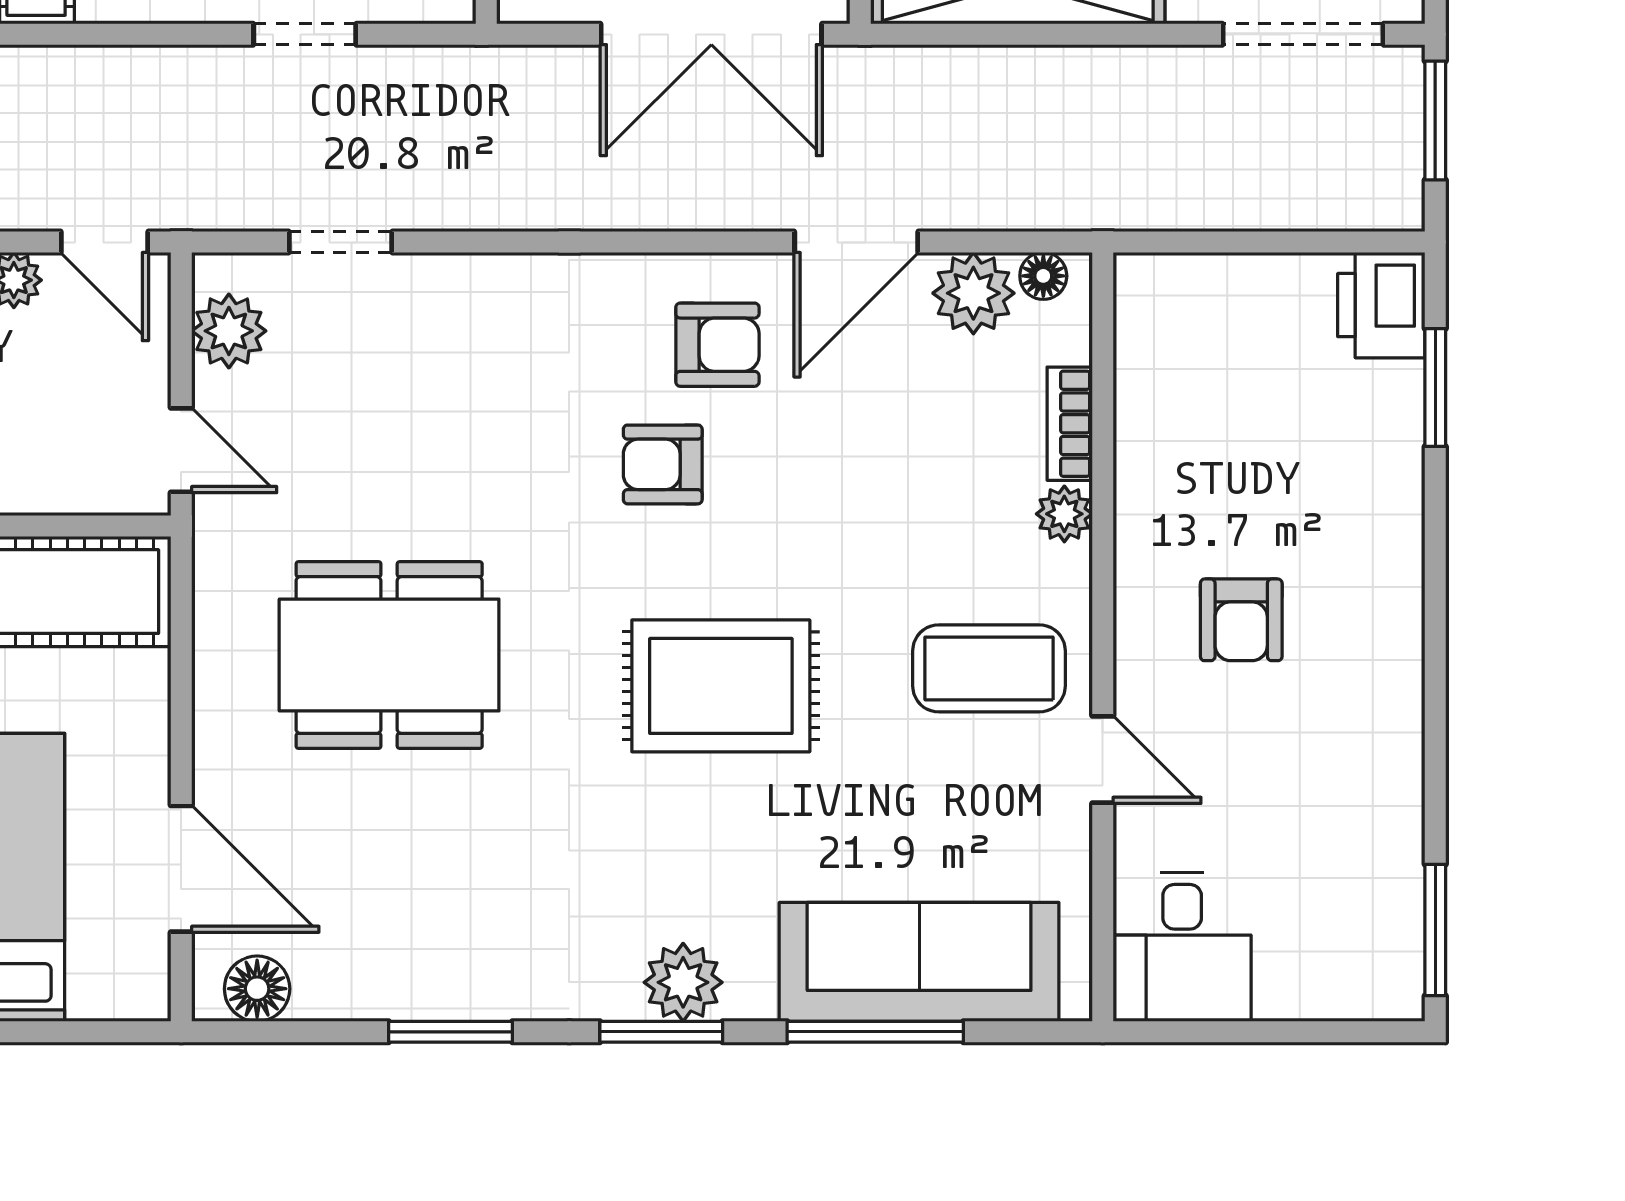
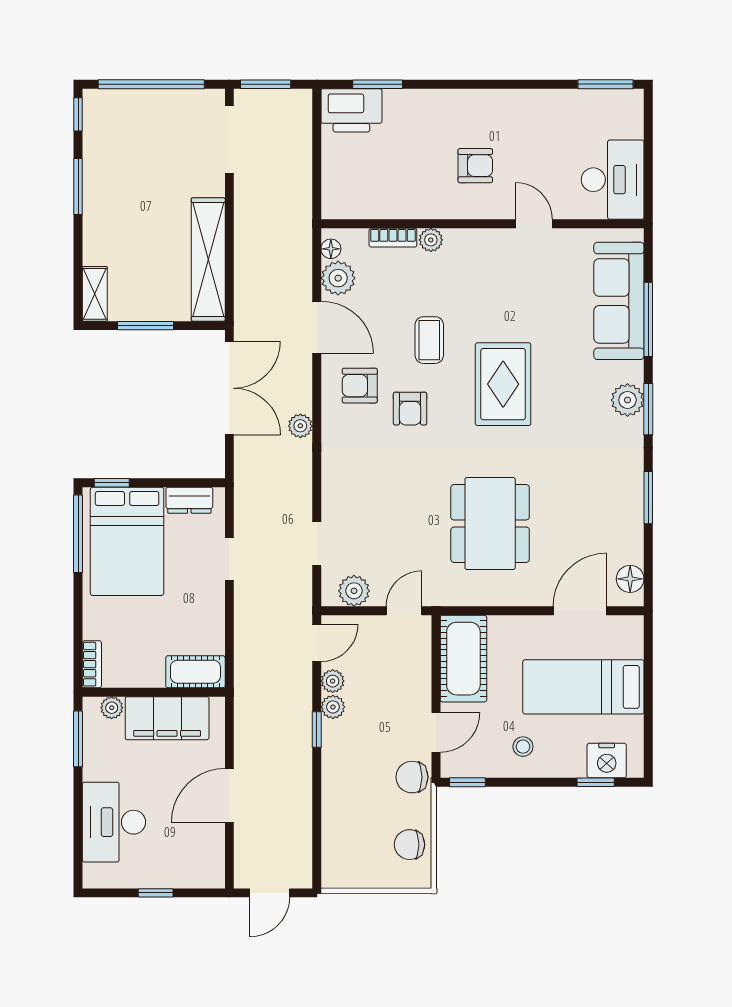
plant: (622, 203) -> (300, 426), added
printer: (1381, 305) -> (351, 110), width x1.37, depth x1.19
armchair: (717, 345) -> (360, 386), turned -90
coffee table: (989, 668) -> (429, 340), moved, width x0.73, depth x0.77
door: (1103, 760) -> (534, 224), hinge flipped
desk: (1182, 947) -> (613, 180), width x1.37

